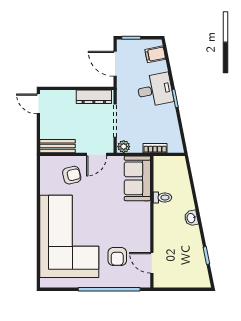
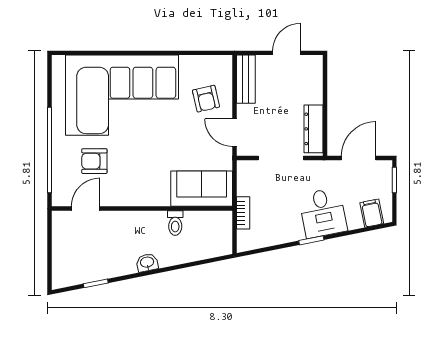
door: (38, 104) -> (286, 53), moved
plant: (124, 147) -> (245, 170), removed

